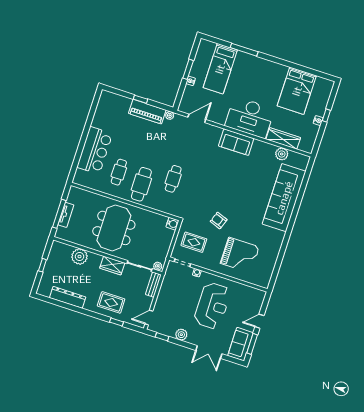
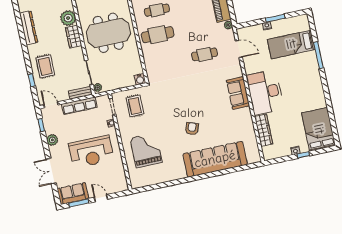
bed: (297, 91) -> (319, 129), moved, turned 90
plant: (282, 154) -> (250, 136), removed
cafe table: (173, 179) -> (205, 54), moved
armchair: (219, 221) -> (192, 129), moved
grand piano: (240, 255) -> (146, 150), turned 180
wardrobe: (112, 265) -> (74, 37), moved
row of seats: (164, 292) -> (79, 106), added

